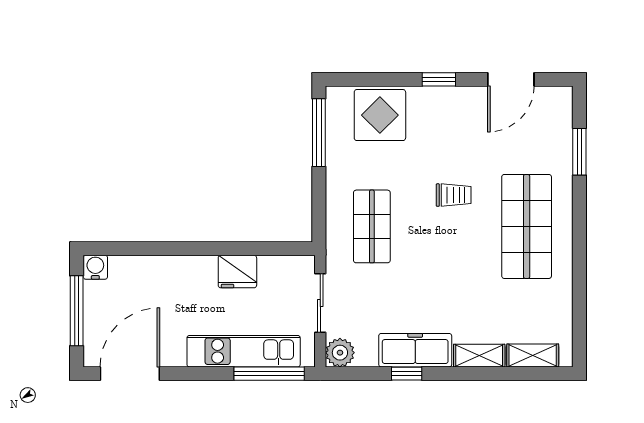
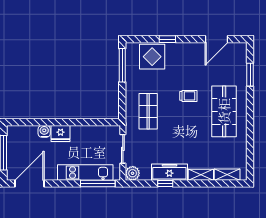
window: (439, 79) -> (167, 39), moved
water cooler: (95, 267) -> (44, 131), moved
fridge: (237, 272) -> (61, 133), moved

